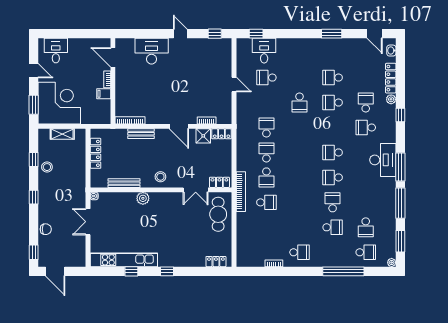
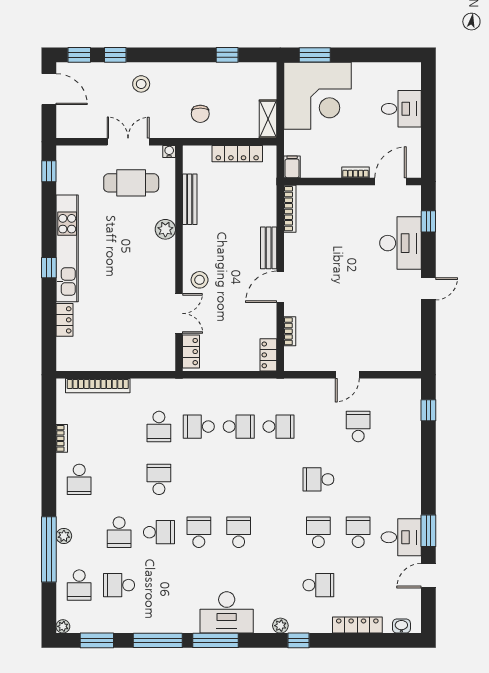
window: (215, 34) -> (428, 221), moved
door: (375, 34) -> (428, 576), moved
desk: (56, 51) -> (401, 109), moved
desk: (264, 51) -> (401, 537), moved
door: (34, 71) -> (369, 55), removed
filing cabinet: (104, 94) -> (292, 167), moved
plant: (391, 99) -> (280, 626), moved
school desk: (366, 127) -> (159, 479), moved
shelving: (62, 134) -> (268, 119), moved
bench: (141, 134) -> (269, 248), moved
shower: (203, 136) -> (265, 326), removed
stool: (47, 167) -> (141, 84), moved
stool: (160, 177) -> (200, 280), moved
double door: (196, 190) -> (179, 313), swing flipped
bookcase: (241, 192) -> (98, 386), moved
window: (34, 197) -> (115, 55), moved
cafe table: (218, 214) -> (131, 183), moved
chair: (46, 229) -> (200, 114), moved
kitchen unit: (124, 260) -> (67, 248), moved
locker: (216, 262) -> (64, 320), moved
plant: (335, 262) -> (64, 536), added
door: (55, 271) -> (49, 89), swing flipped
window: (131, 271) -> (49, 171), moved

